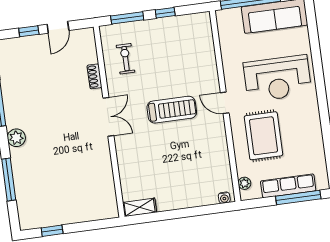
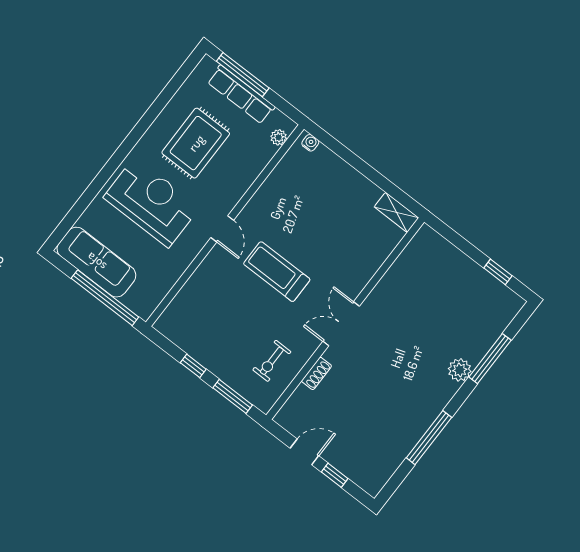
rug: (263, 136) -> (196, 143), moved
plant: (16, 138) -> (460, 370), moved

